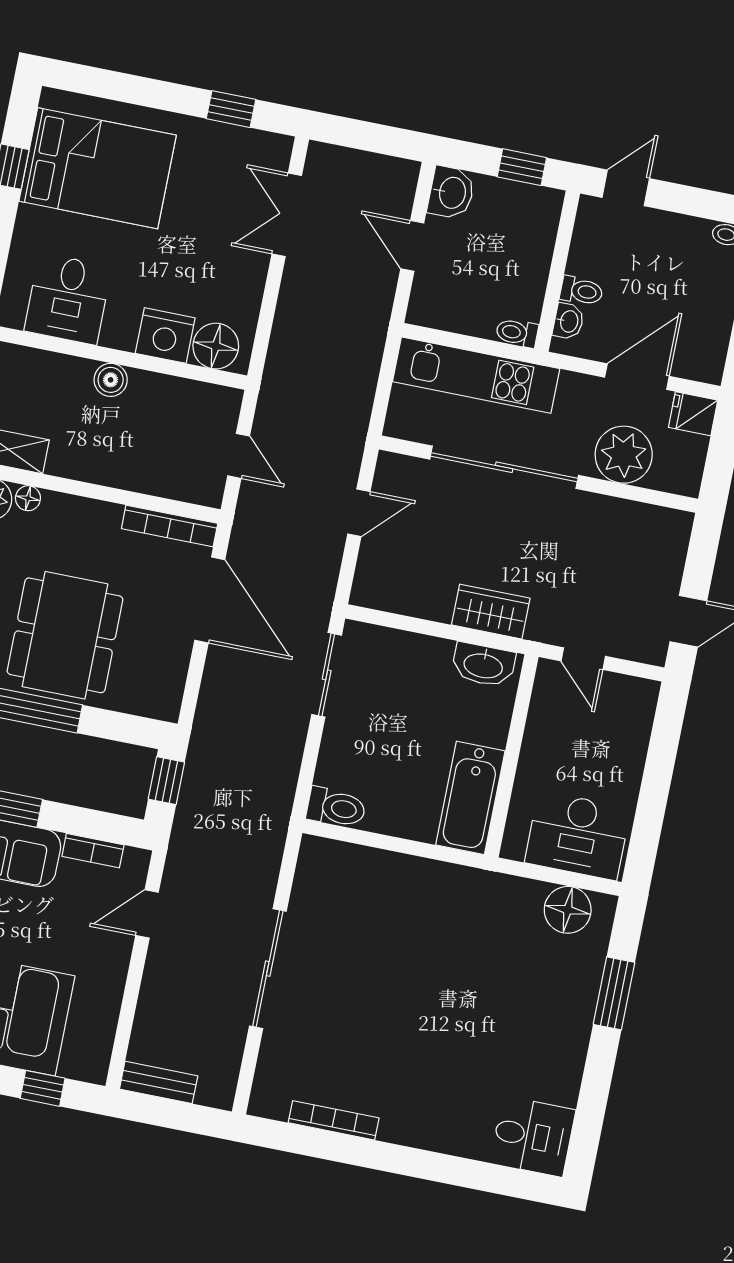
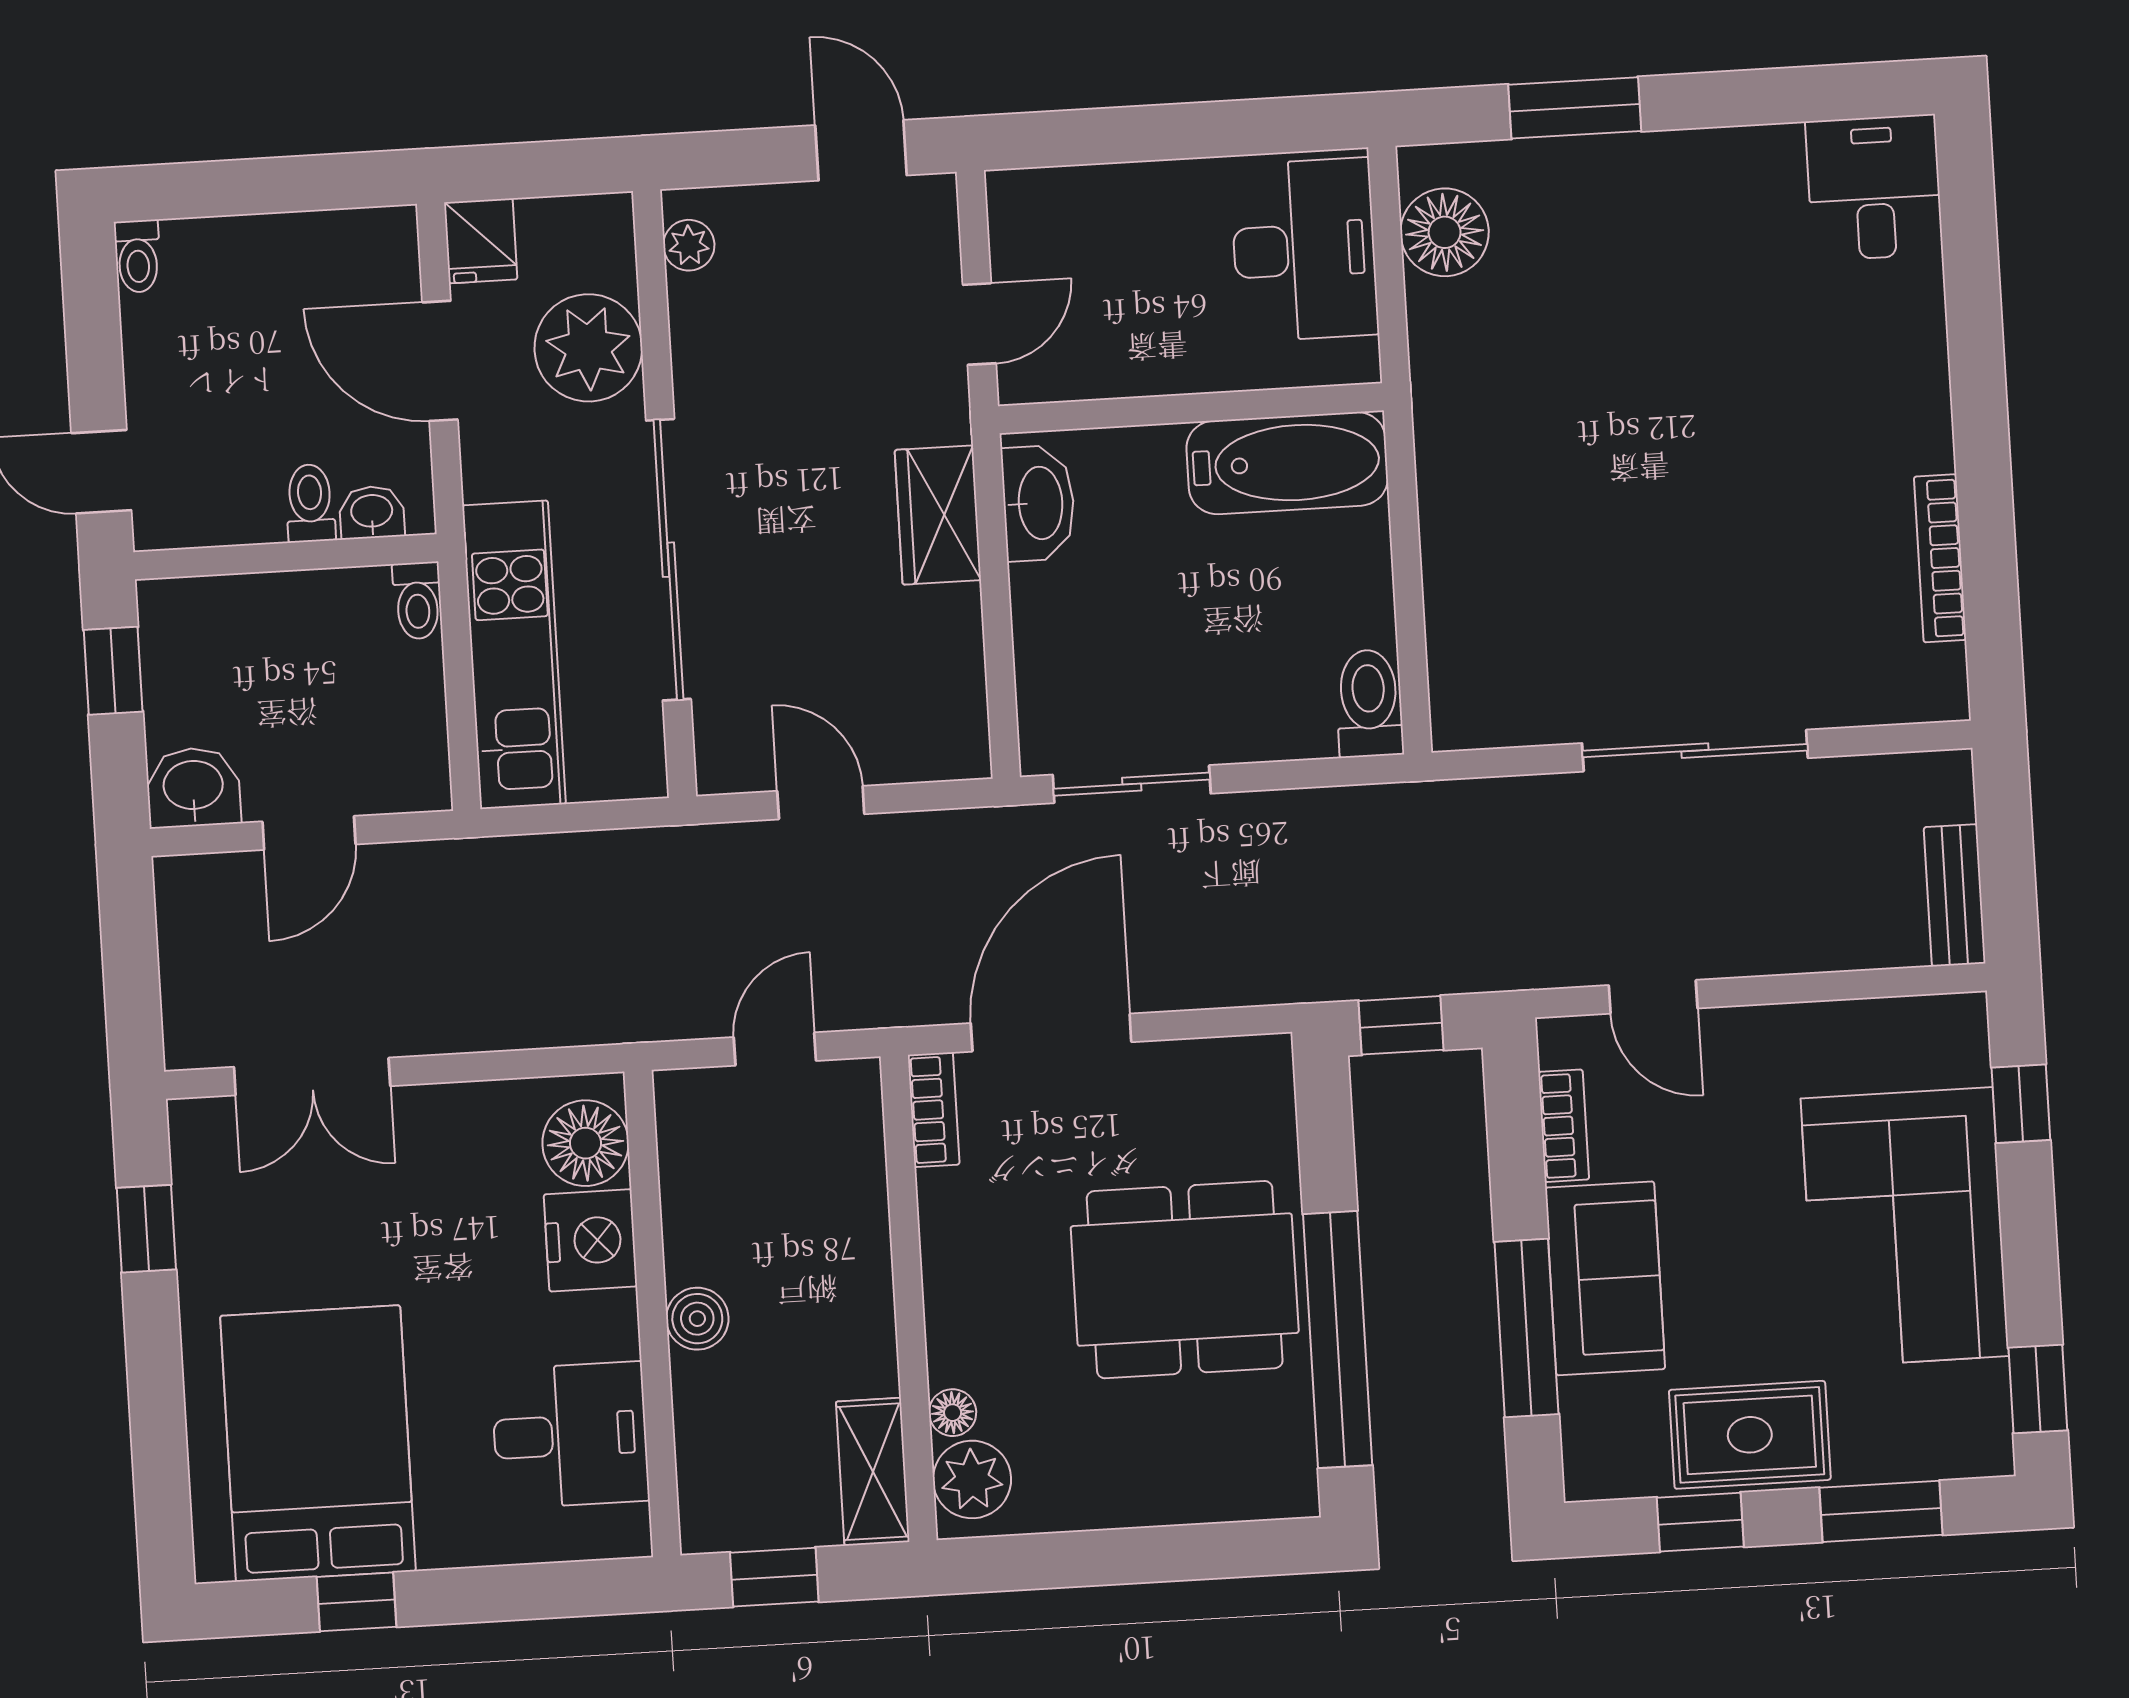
plant: (663, 520) -> (689, 245), added
bookcase: (170, 526) -> (934, 1110), width x0.64

